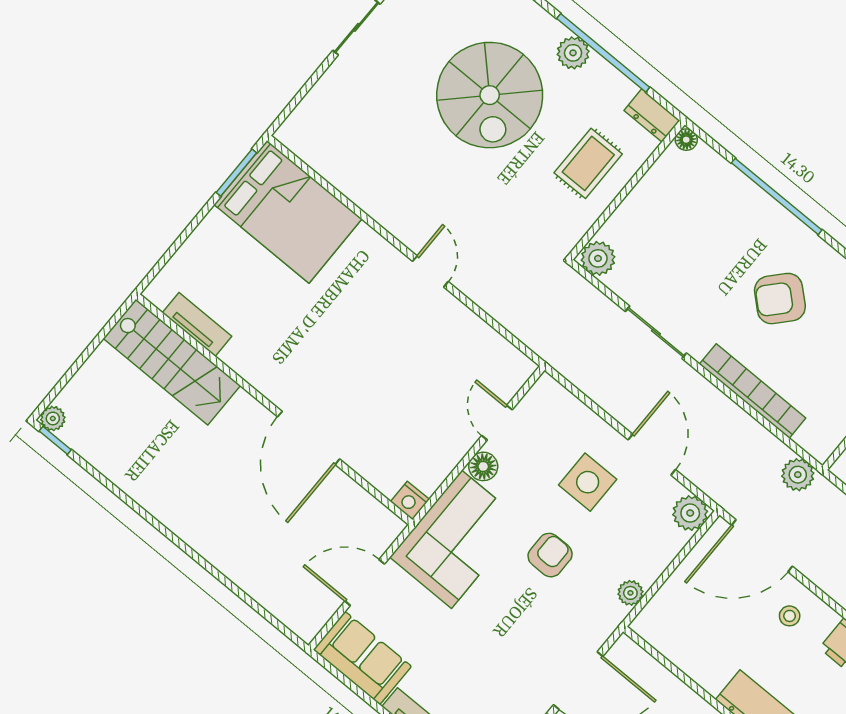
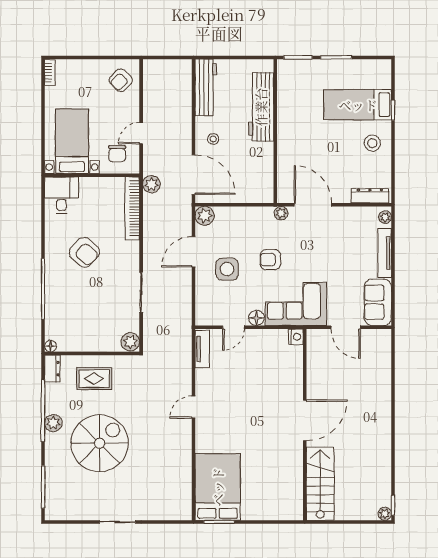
tv unit: (197, 324) -> (202, 349), moved, turned 180
bookcase: (753, 391) -> (132, 208), moved
door: (309, 438) -> (305, 420), moved
plant: (630, 593) -> (281, 213), moved

